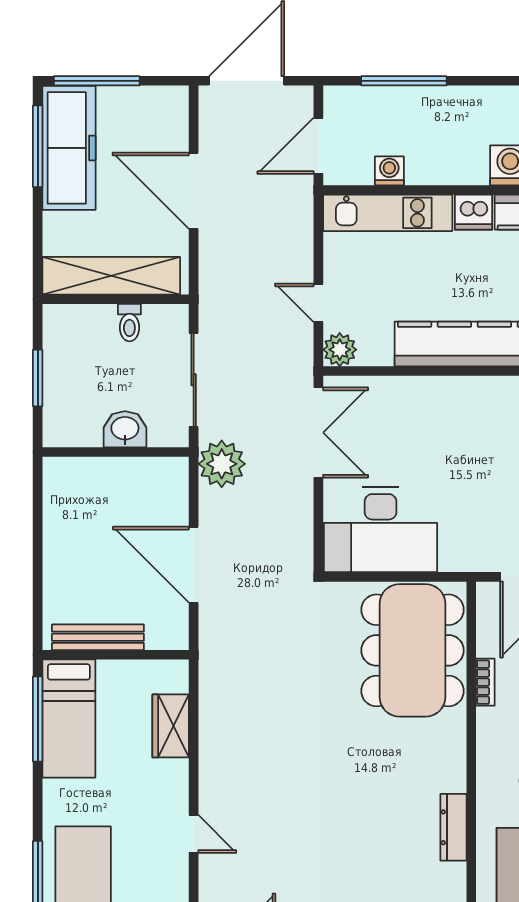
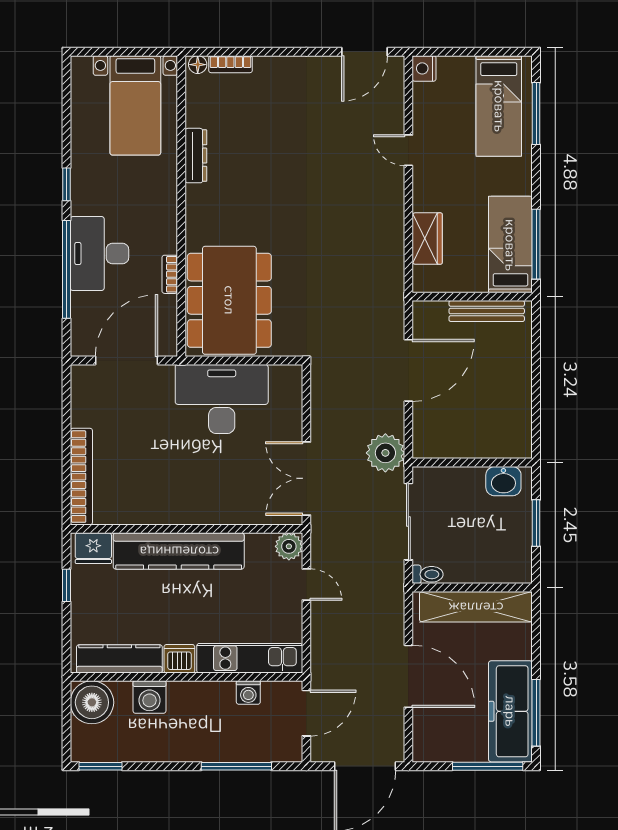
toilet: (129, 323) -> (428, 574), moved, turned 90
washbasin: (125, 429) -> (503, 481), moved
desk: (381, 530) -> (222, 399), moved
door: (194, 565) -> (408, 370), hinge flipped

